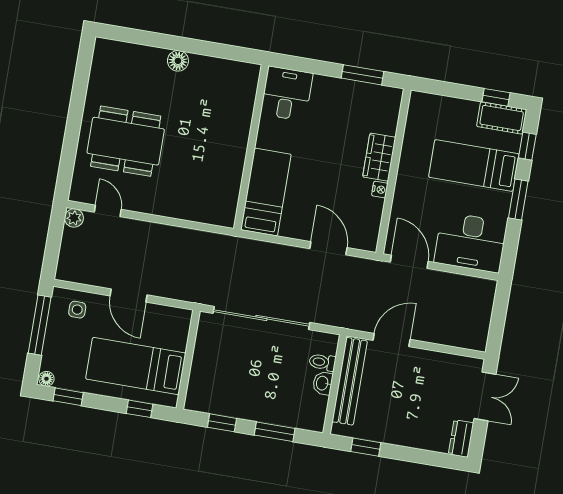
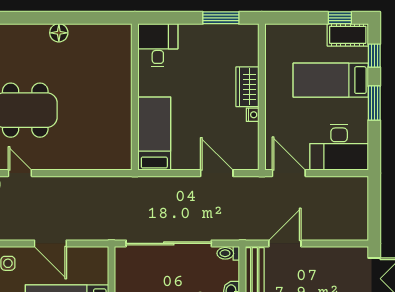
toilet: (322, 362) -> (228, 253), moved

